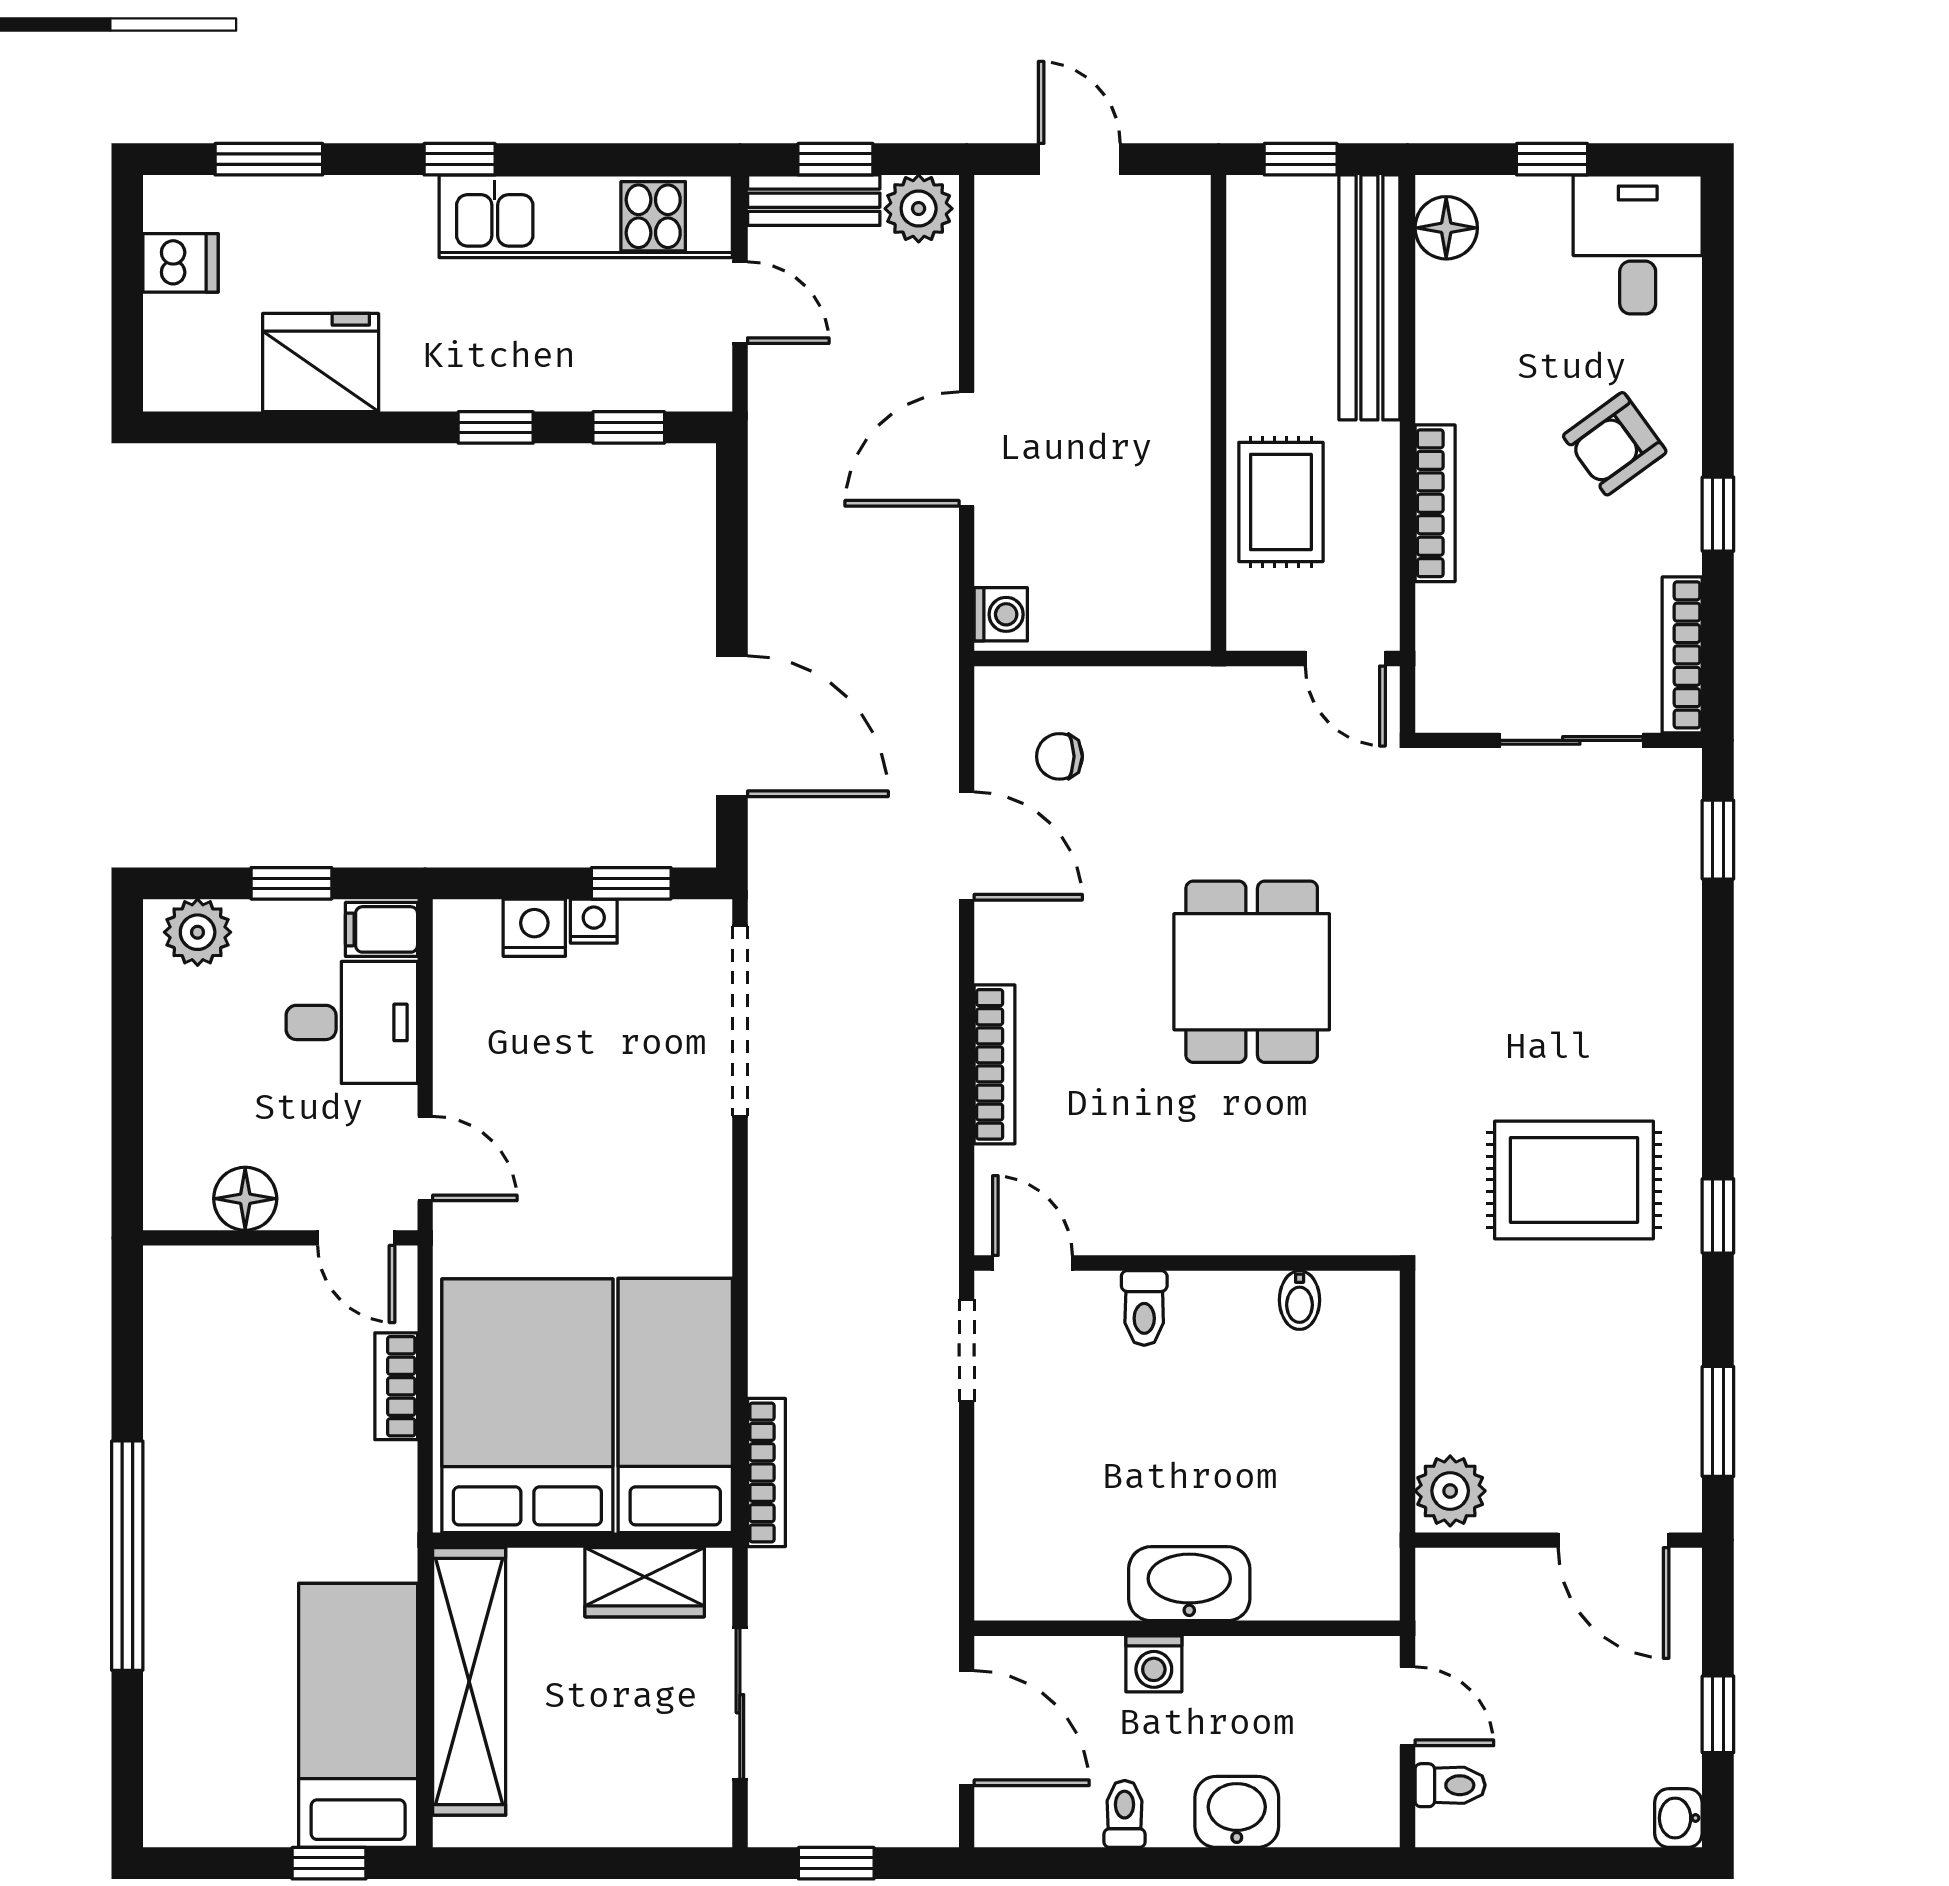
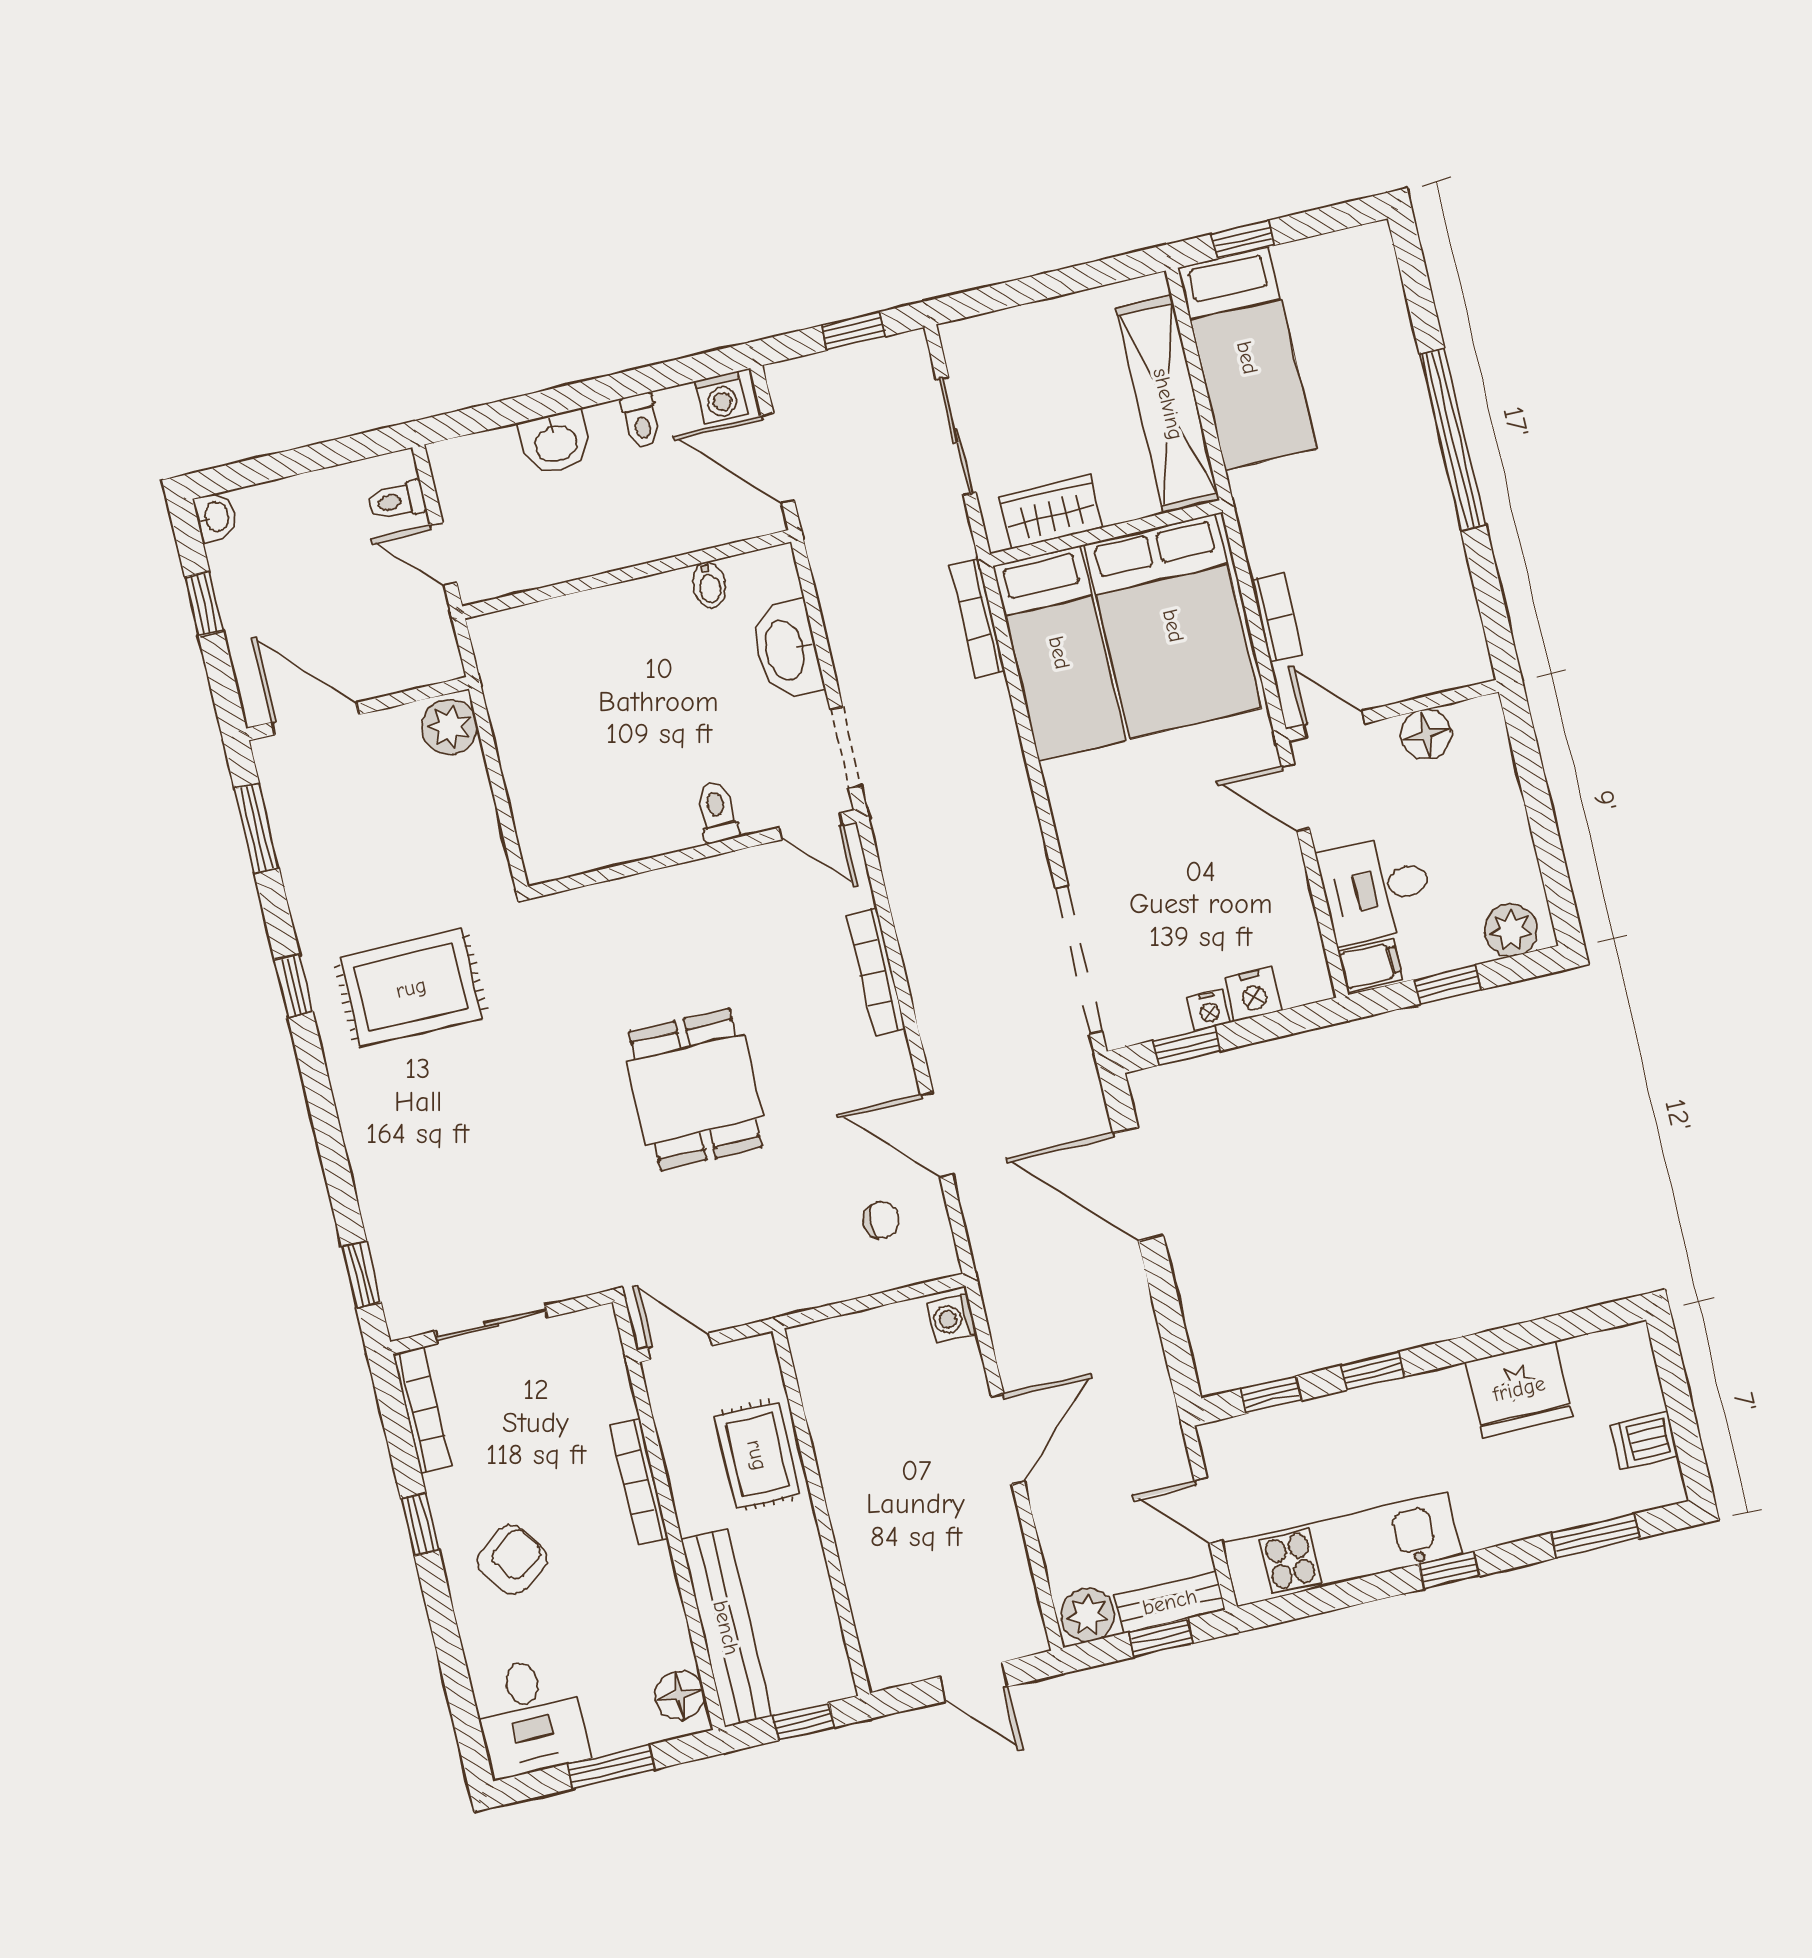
window: (1552, 159) -> (611, 1767), width x1.50
bidet: (1300, 1300) -> (709, 585), moved, turned 180
washbasin: (1189, 1584) -> (787, 650), moved, turned 90
washing machine: (1154, 1664) -> (721, 397), moved, turned 180

